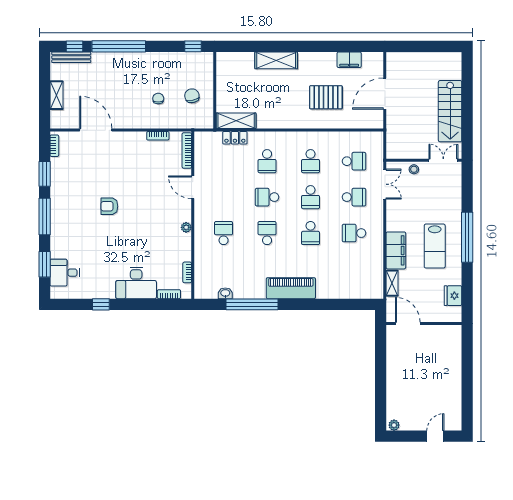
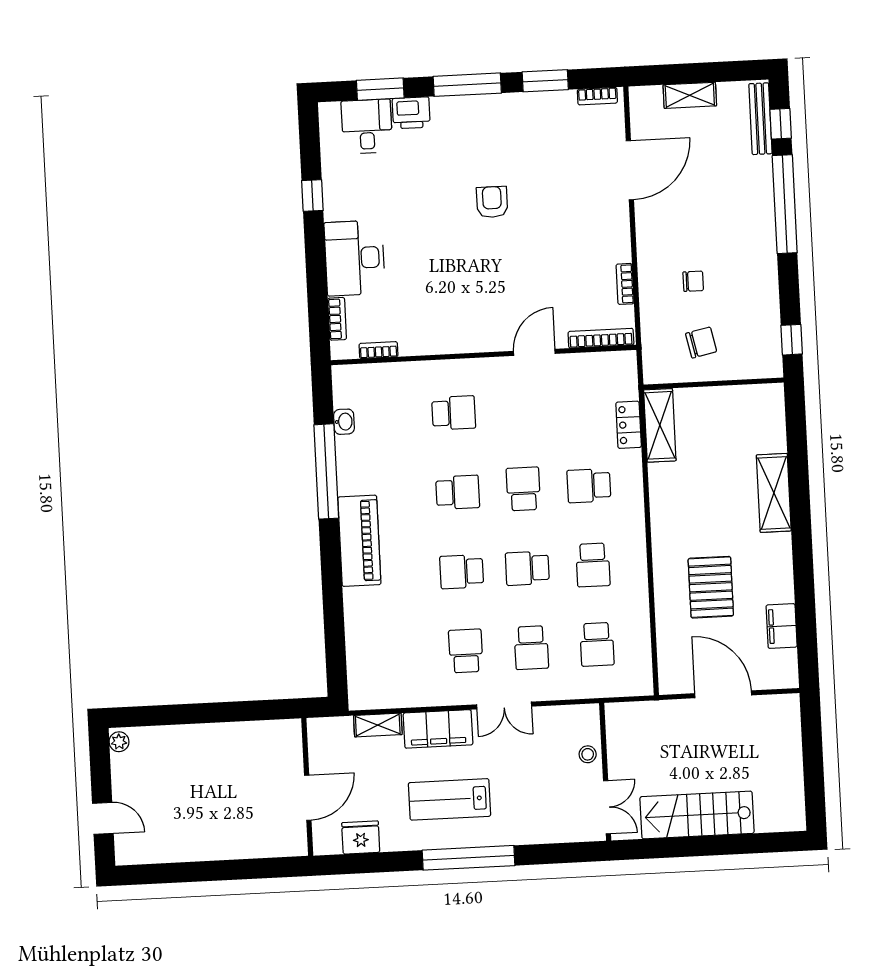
school desk: (311, 161) -> (593, 565), turned -90
double door: (385, 184) -> (504, 705), moved
plant: (186, 227) -> (461, 344), removed
printer: (58, 248) -> (411, 113), added
door: (408, 324) -> (308, 798), moved

